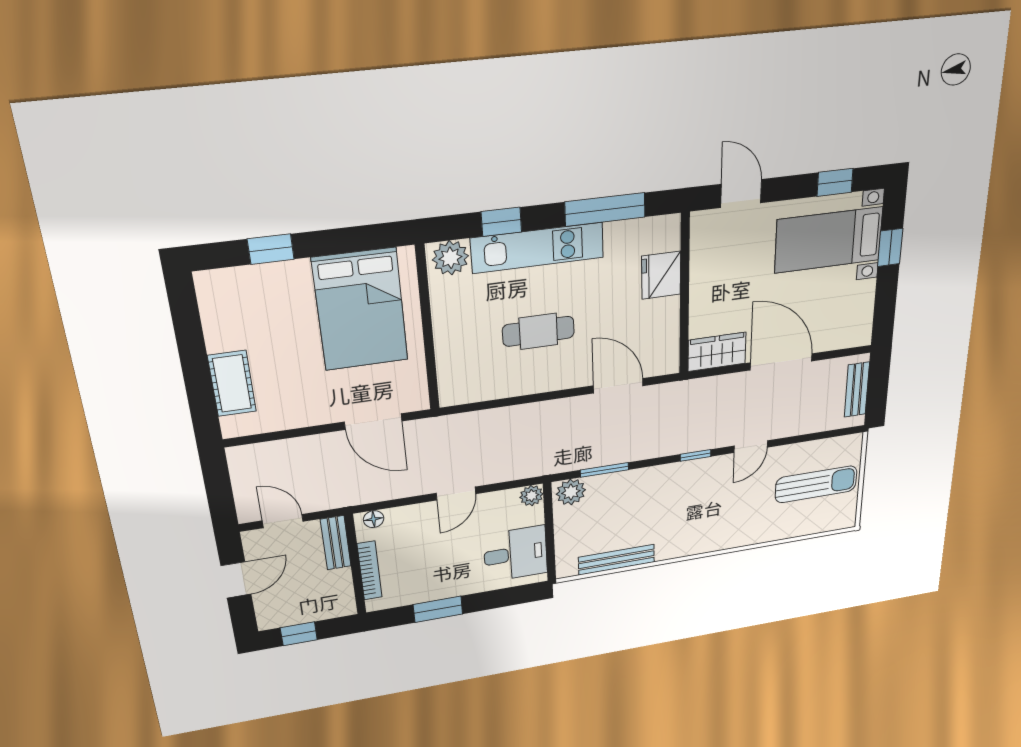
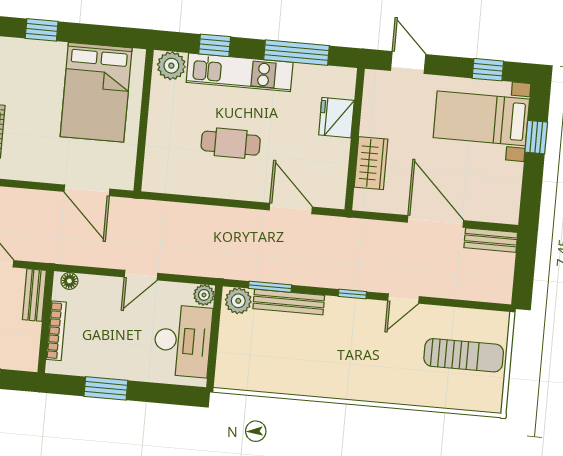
wardrobe: (717, 352) -> (371, 163), moved, turned 90
bench: (857, 390) -> (491, 240), moved, turned 90
desk: (515, 554) -> (183, 341), width x1.37
bench: (617, 560) -> (289, 302), moved

